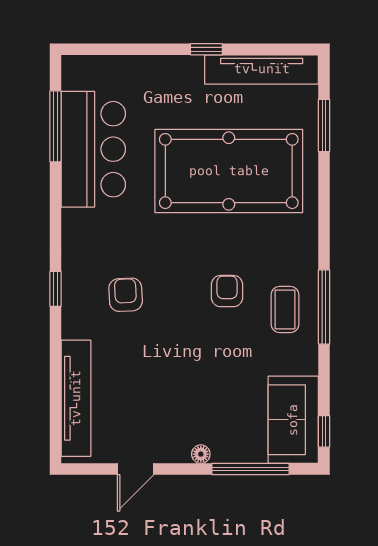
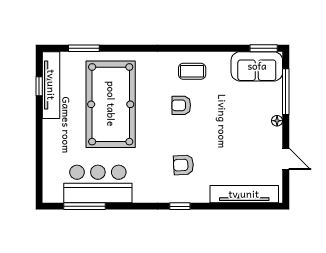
window: (206, 49) -> (39, 86), moved
window: (324, 307) -> (191, 48), removed
window: (324, 431) -> (264, 48), width x1.50

